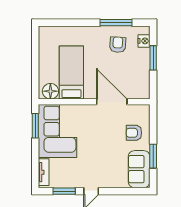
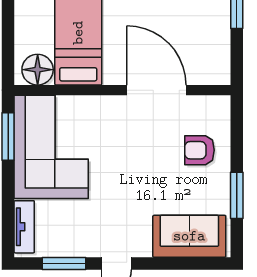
sofa: (139, 169) -> (189, 236), moved, turned 90

